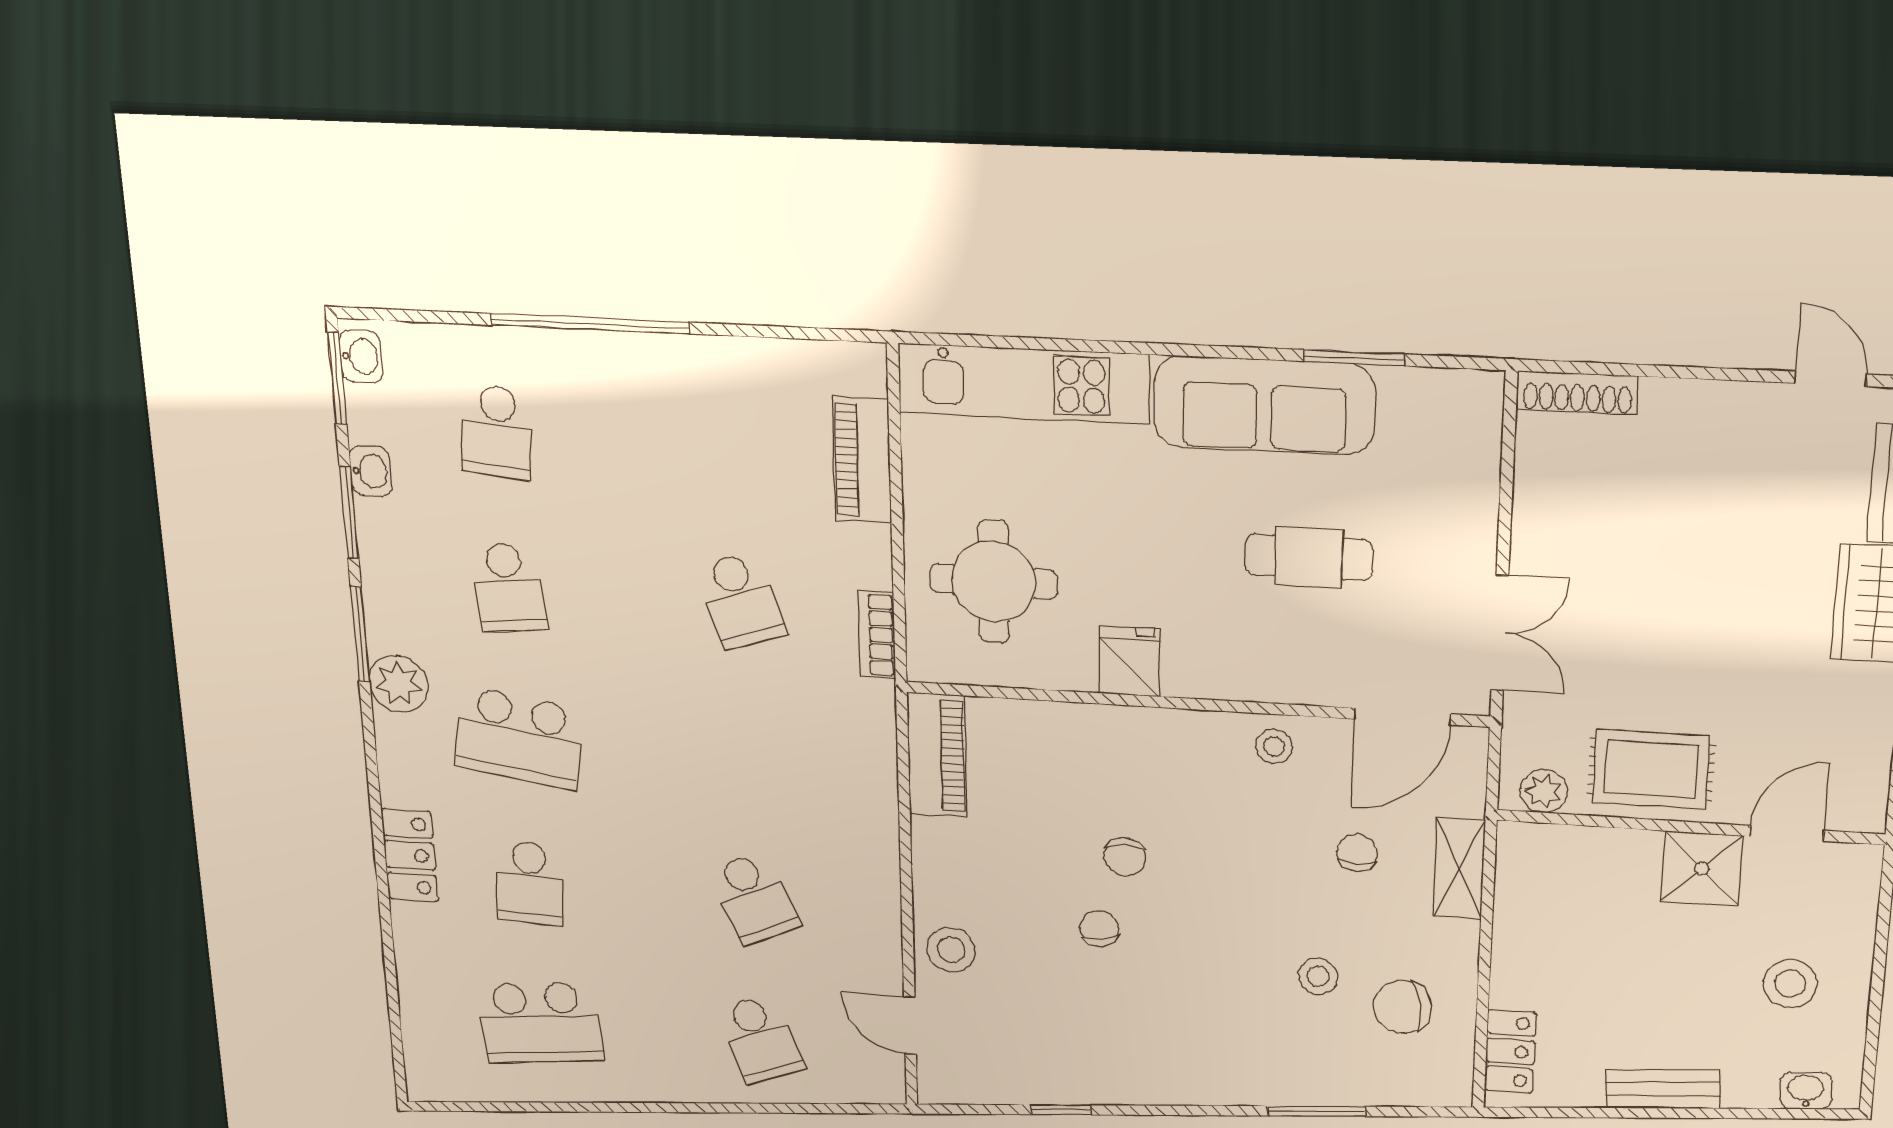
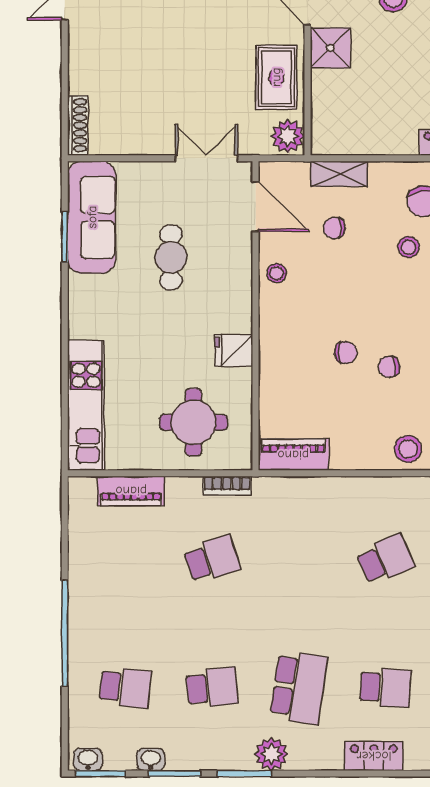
sofa: (1264, 405) -> (92, 217), moved
plant: (1544, 791) -> (288, 136), width x1.38, depth x1.38

